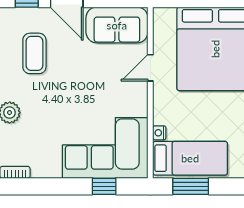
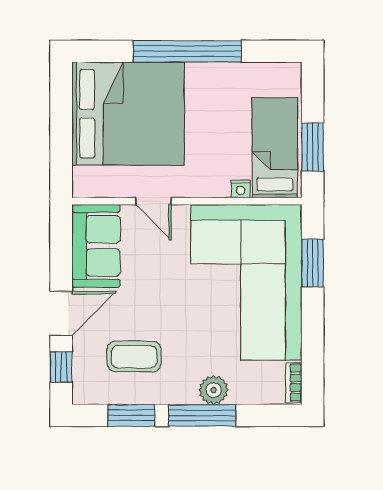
corner sofa: (105, 148) -> (246, 283), width x1.36, depth x1.36
window: (104, 186) -> (313, 263), width x1.50

